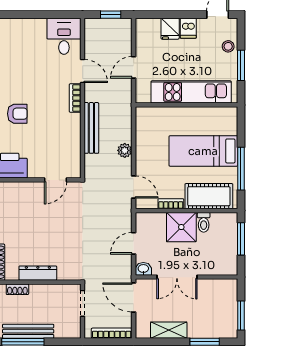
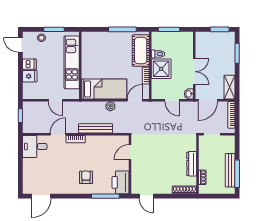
bed: (203, 151) -> (104, 89), moved, turned -90
door: (55, 180) -> (130, 152), swing flipped
shelving: (169, 330) -> (229, 87), moved

